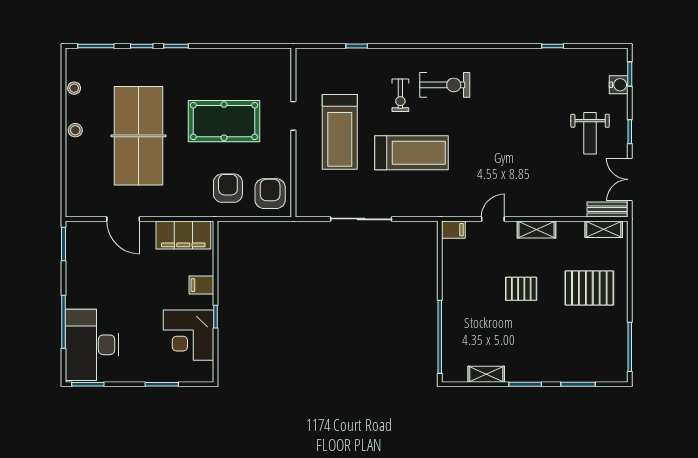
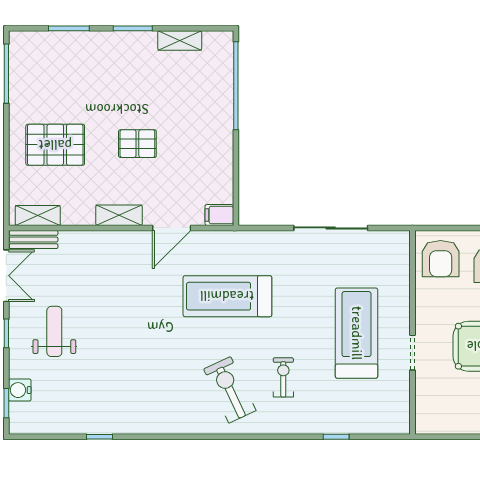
exercise bike: (445, 85) -> (230, 390), turned 65
treadmill: (411, 153) -> (227, 296), moved
door: (493, 219) -> (172, 228), width x1.38

